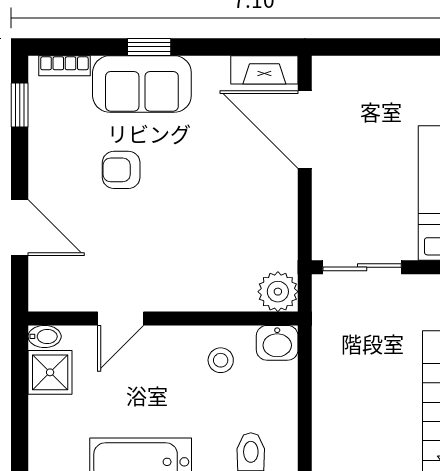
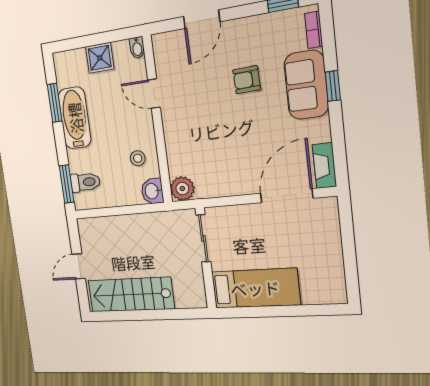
armchair: (121, 170) -> (247, 80), turned -92
shower: (50, 372) -> (100, 58), moved

